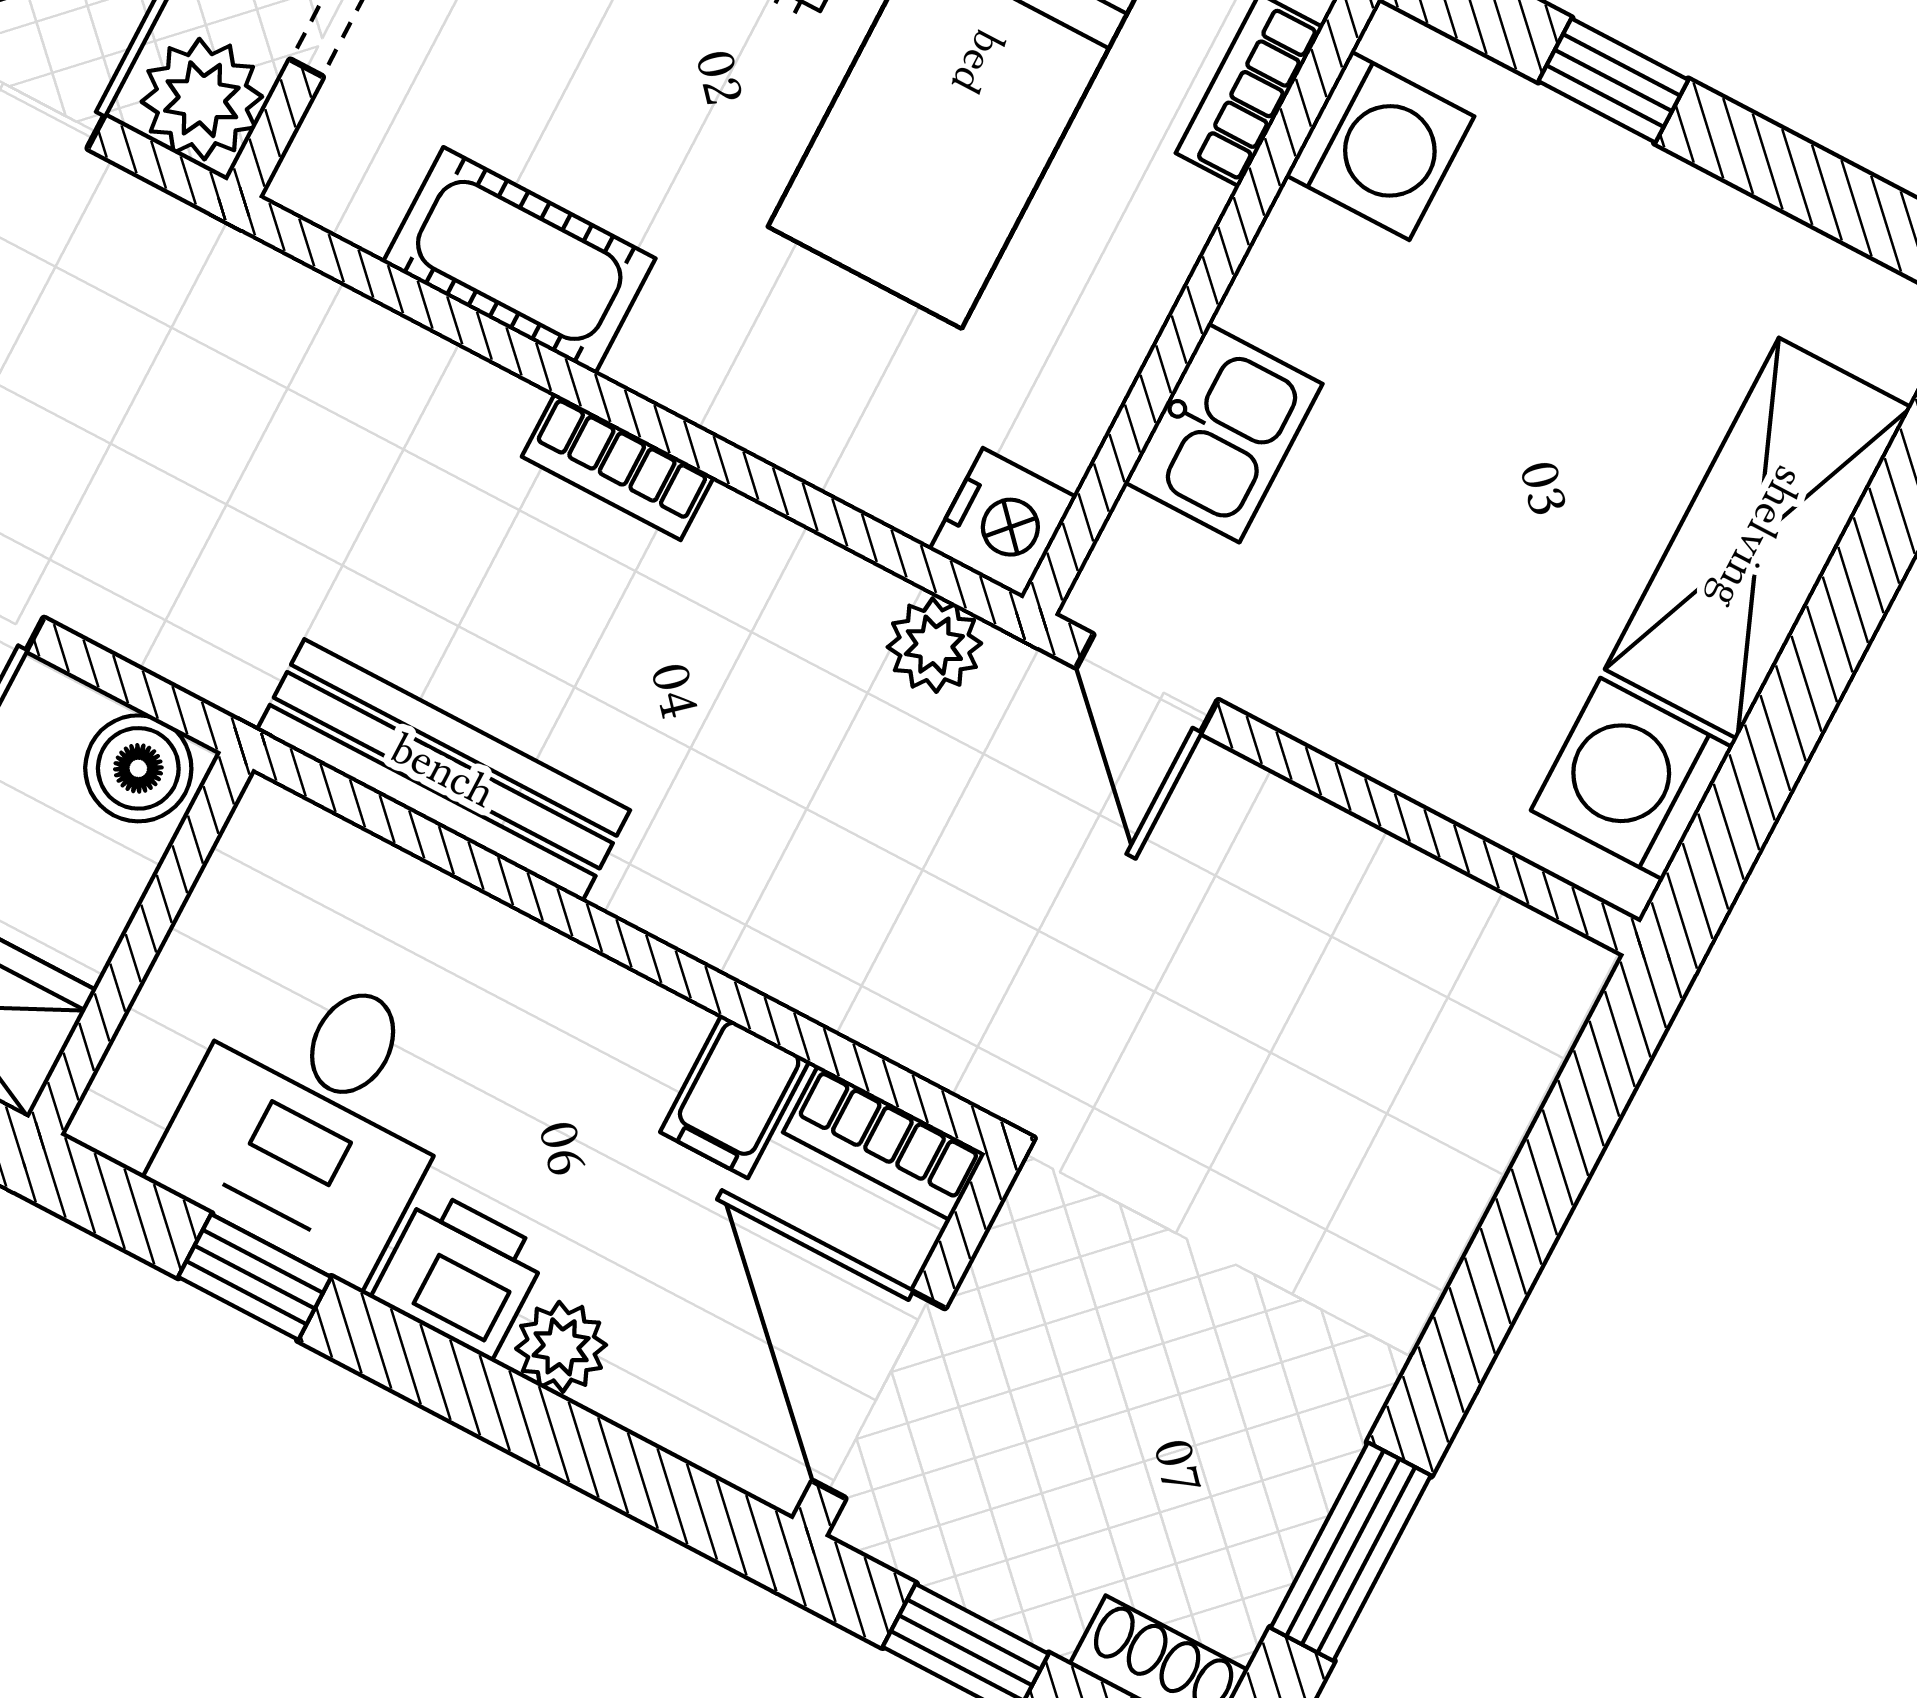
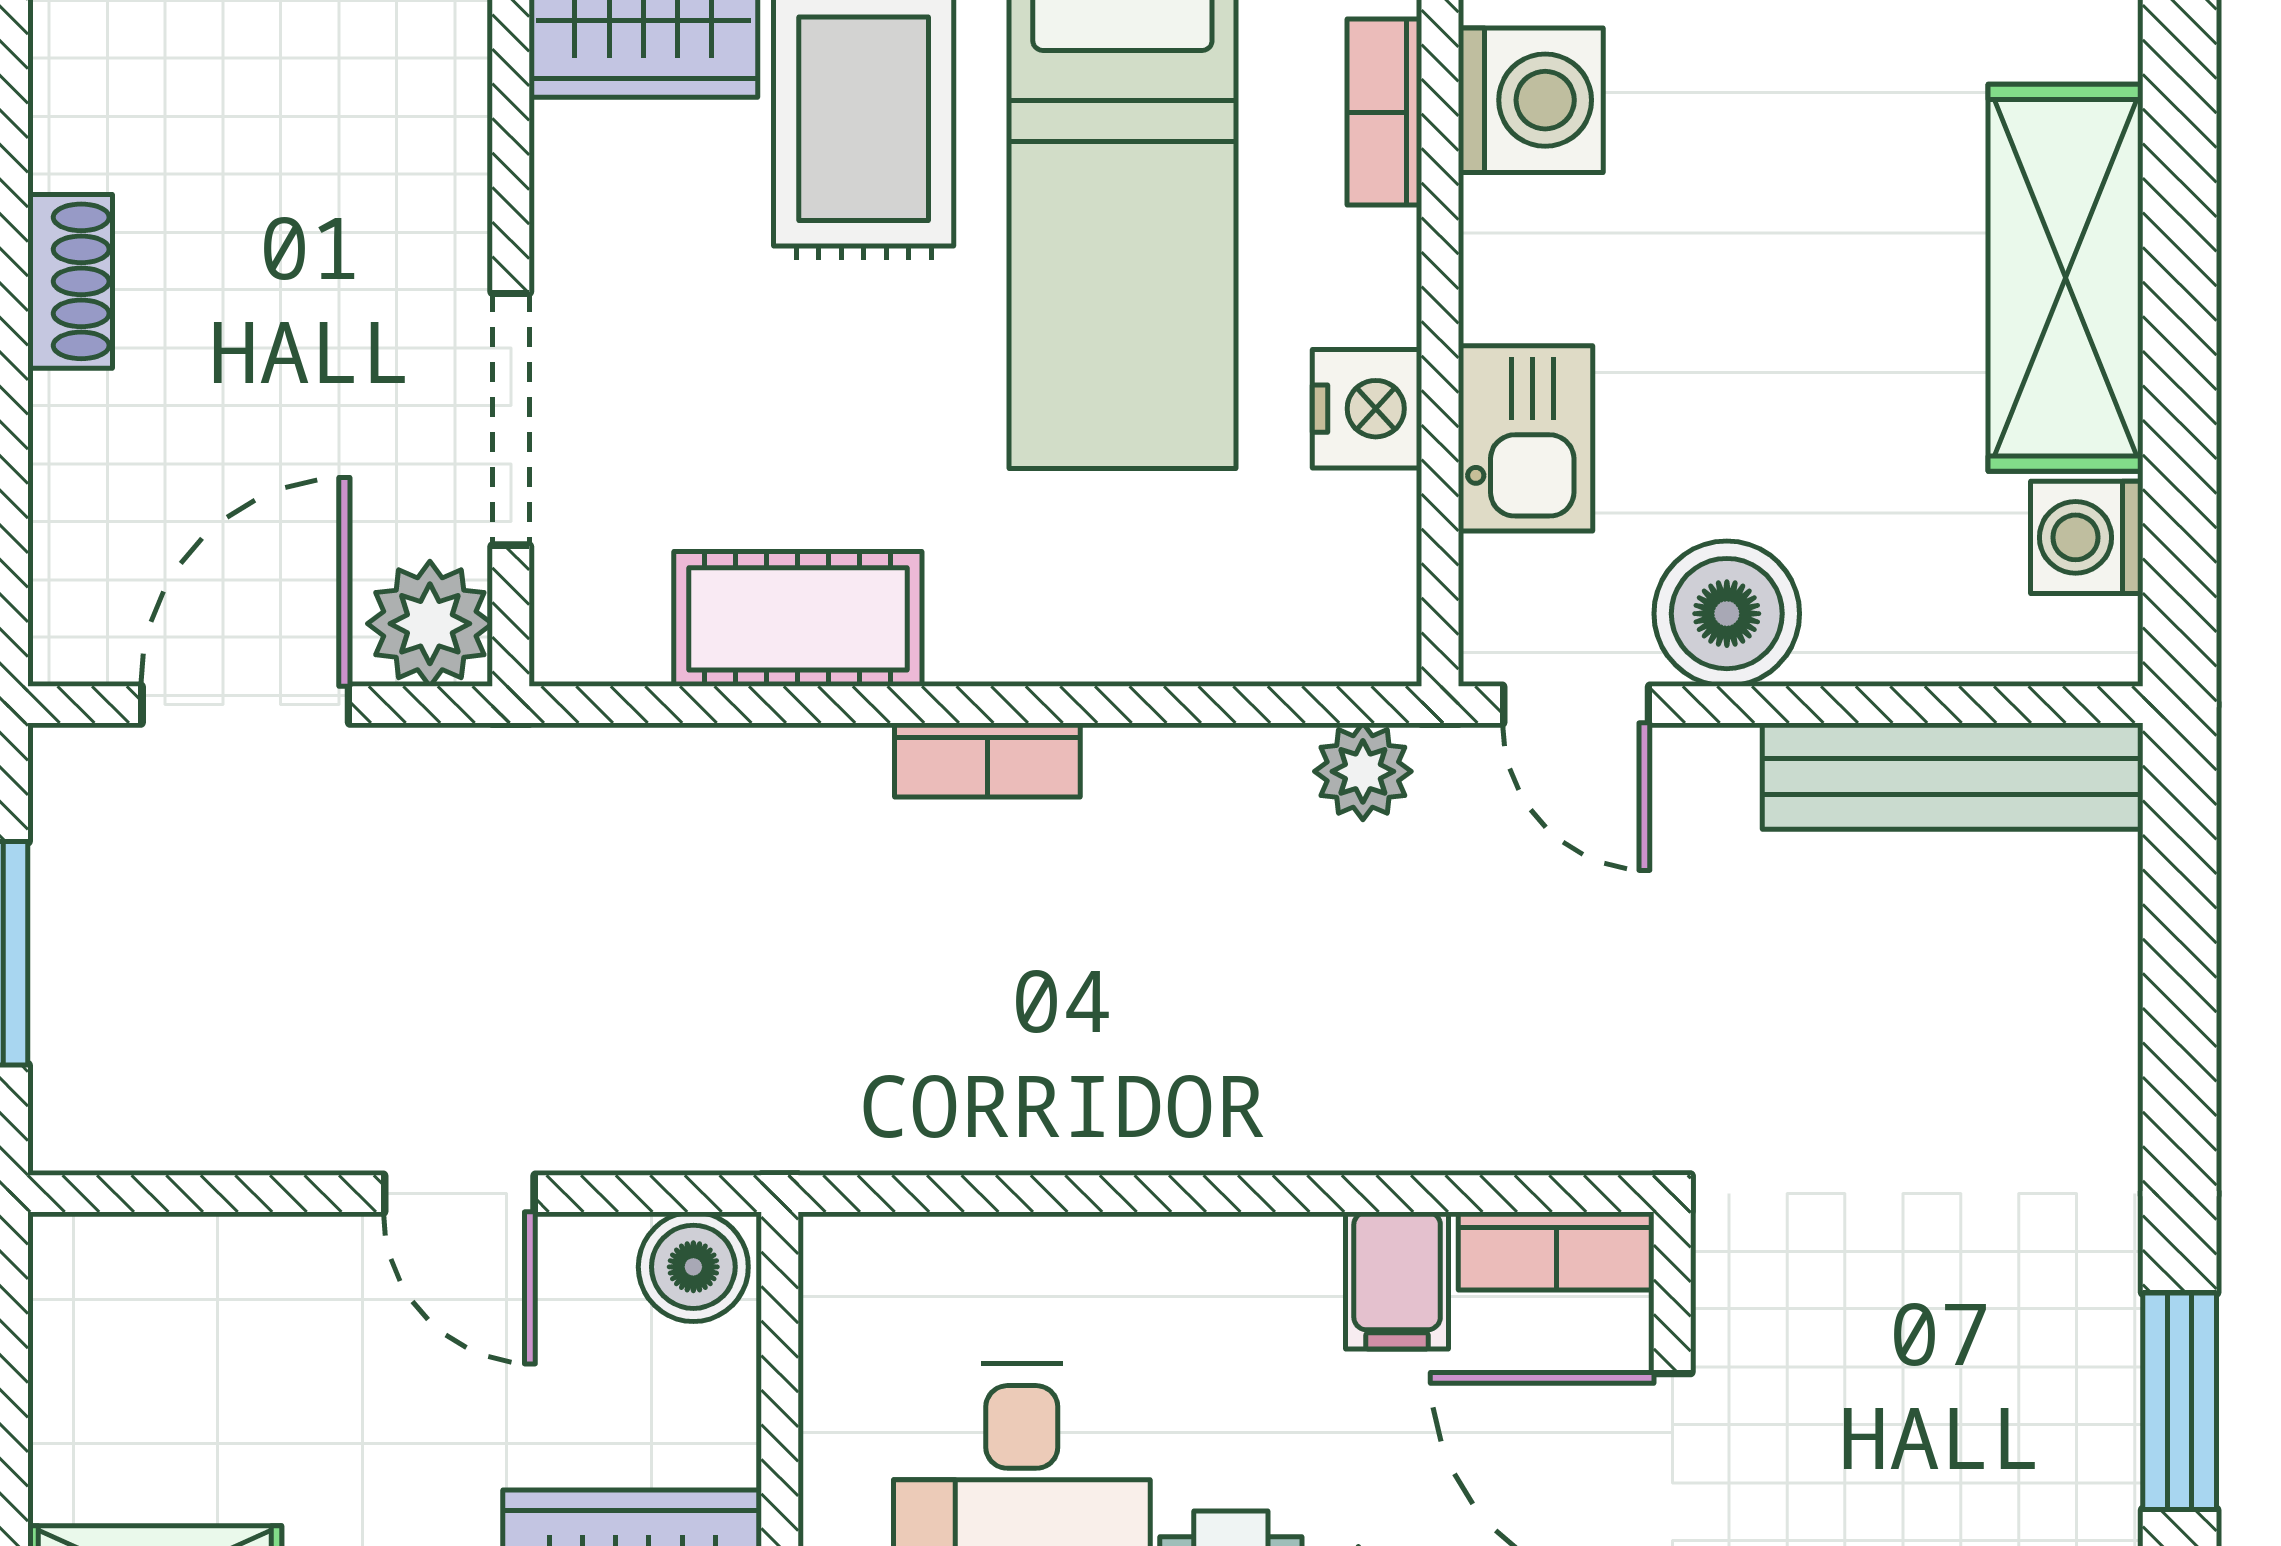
nightstand: (1003, 523) -> (1367, 409), moved
boiler: (1317, 674) -> (1727, 614), added
bench: (443, 770) -> (1953, 776), moved
washing machine: (1632, 779) -> (2087, 537), width x0.73, depth x0.73

